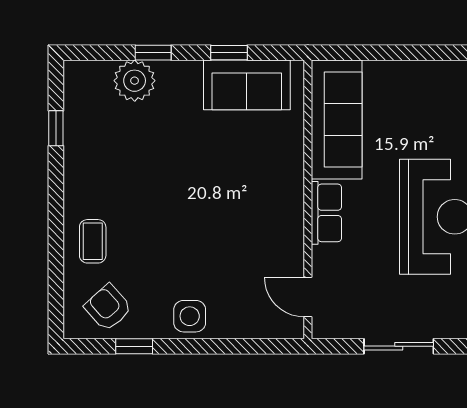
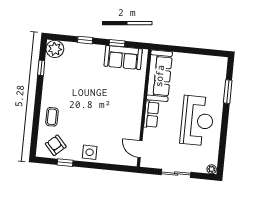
plant: (135, 81) -> (55, 49), moved

